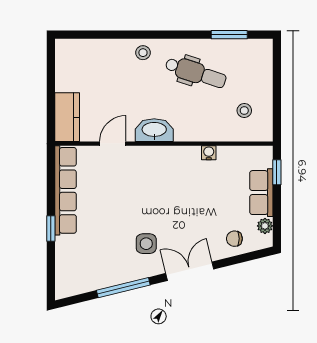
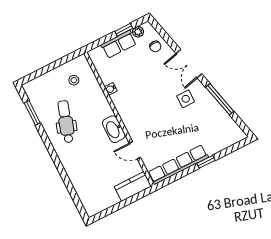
stool: (143, 53) -> (70, 160), removed
window: (277, 172) -> (124, 30), moved

